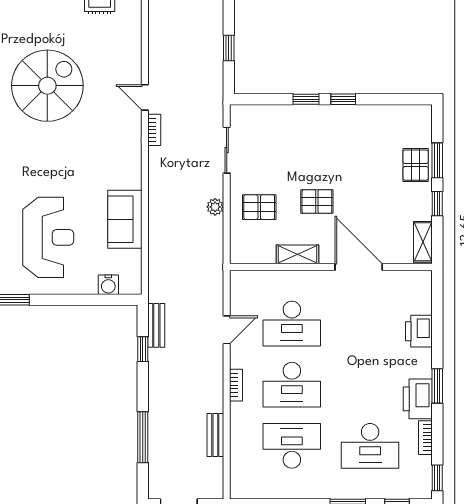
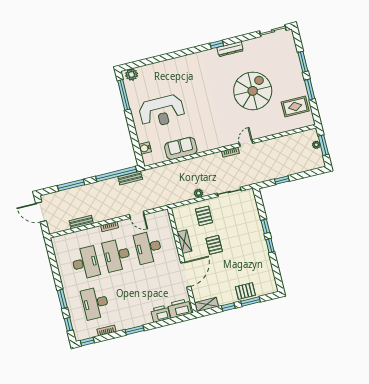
spiral stairs: (47, 86) -> (253, 91), moved, turned -90
window: (143, 349) -> (116, 174), width x3.17
printer: (418, 399) -> (180, 308), moved

